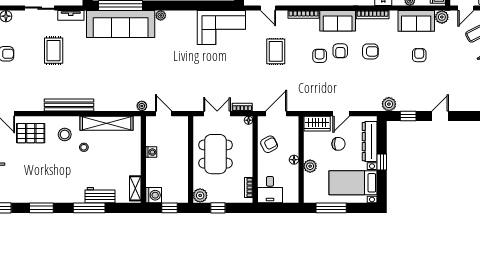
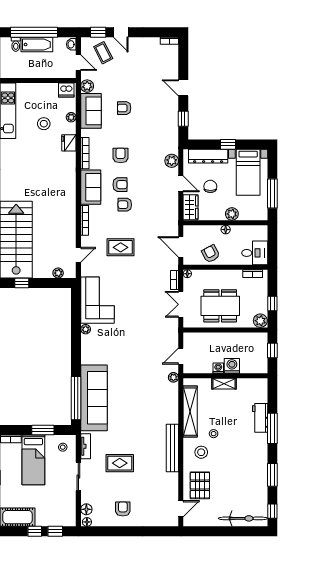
plant: (161, 15) -> (86, 329), moved
plant: (389, 104) -> (172, 161), moved
shelving: (135, 188) -> (224, 384), moved
washing machine: (154, 195) -> (232, 366), moved

